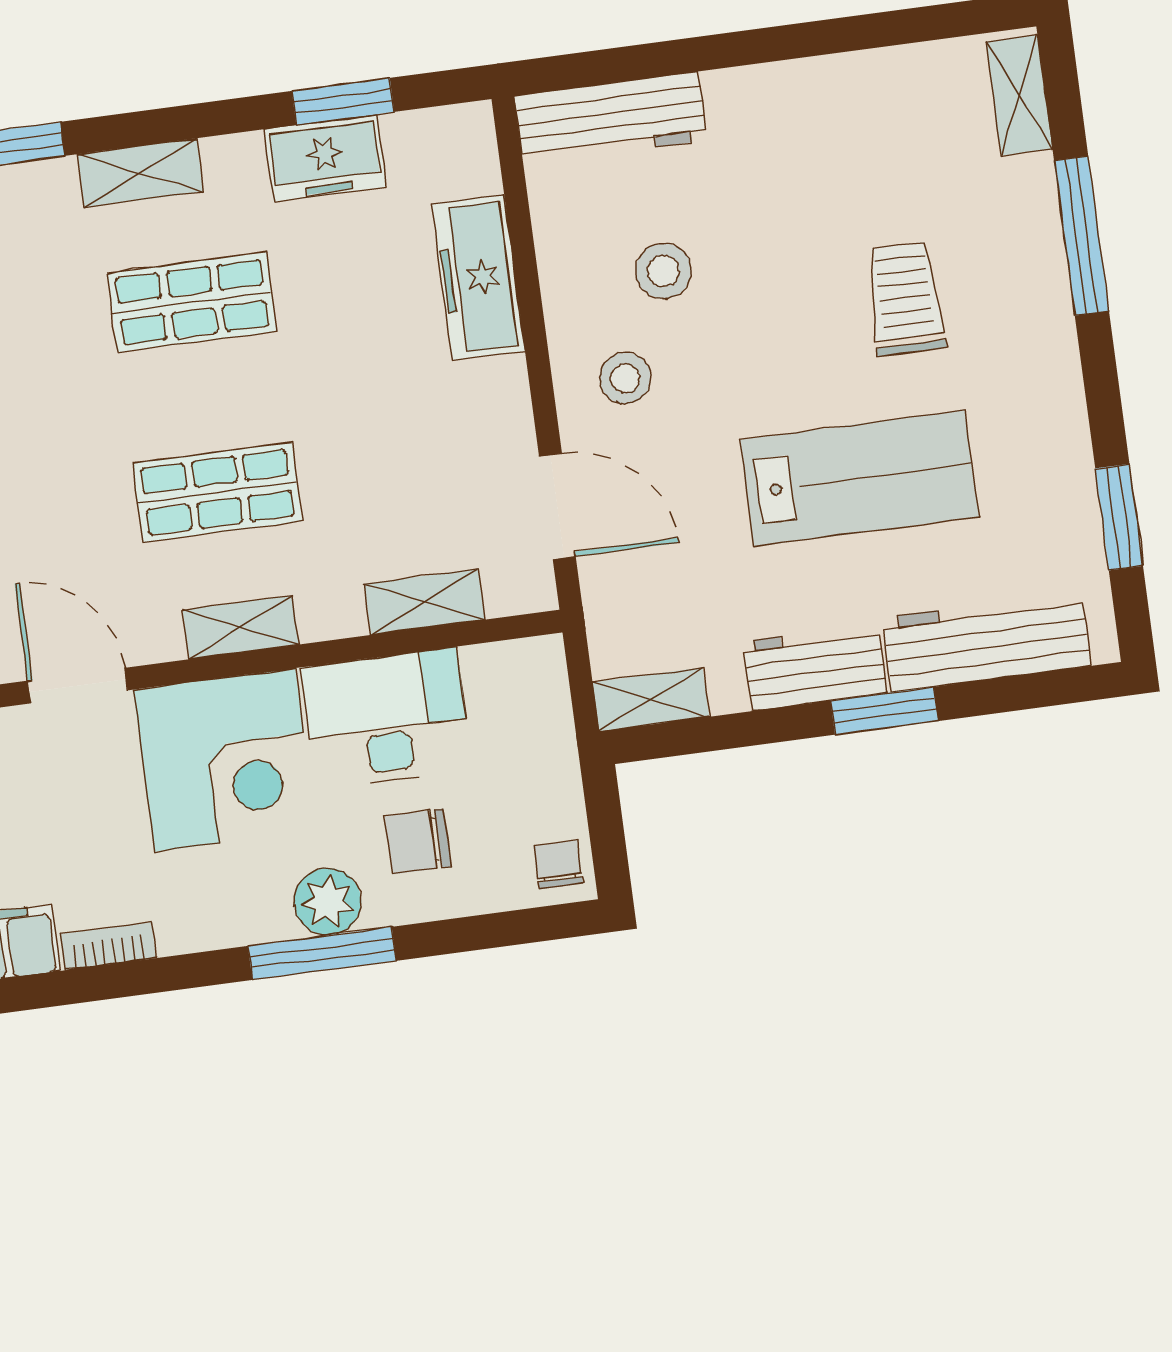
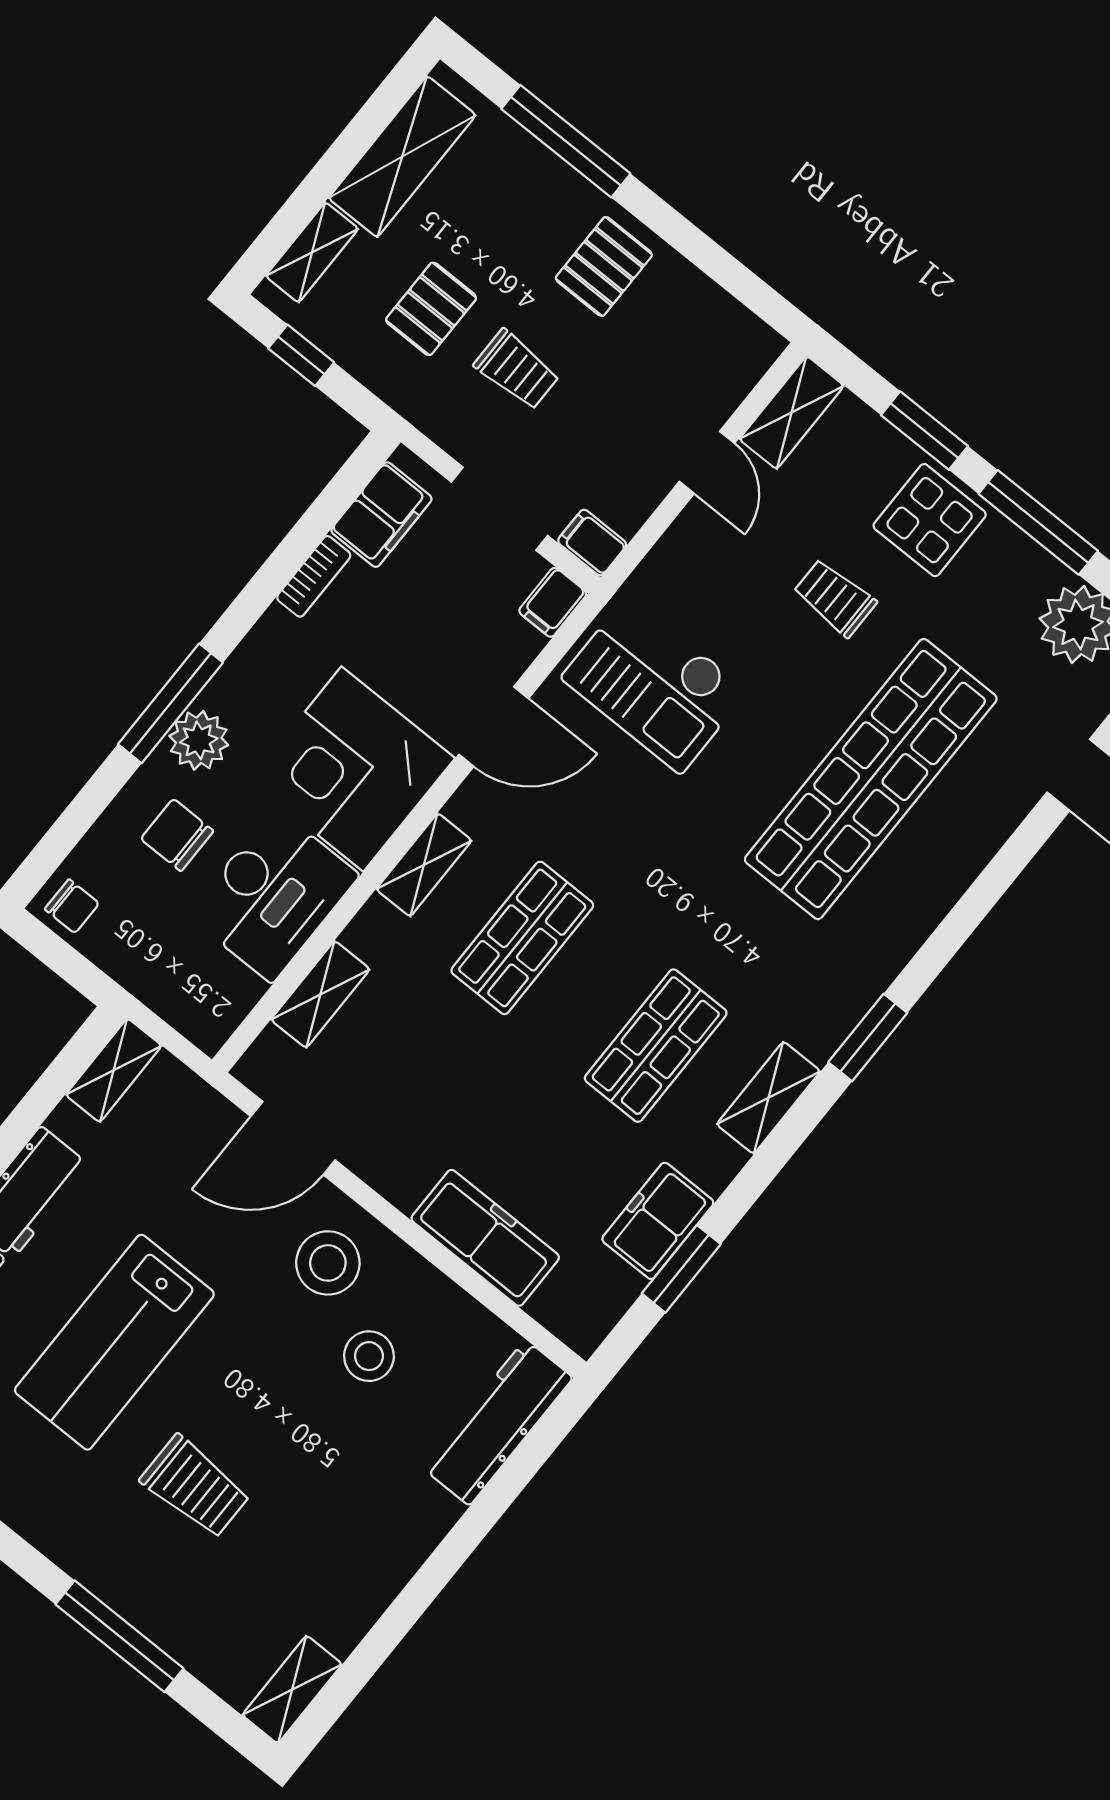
shelving: (1019, 95) -> (292, 1690), moved, turned 90
stool: (625, 378) -> (328, 1263), width x1.38, depth x1.38
chair: (418, 842) -> (177, 835), turned -90

